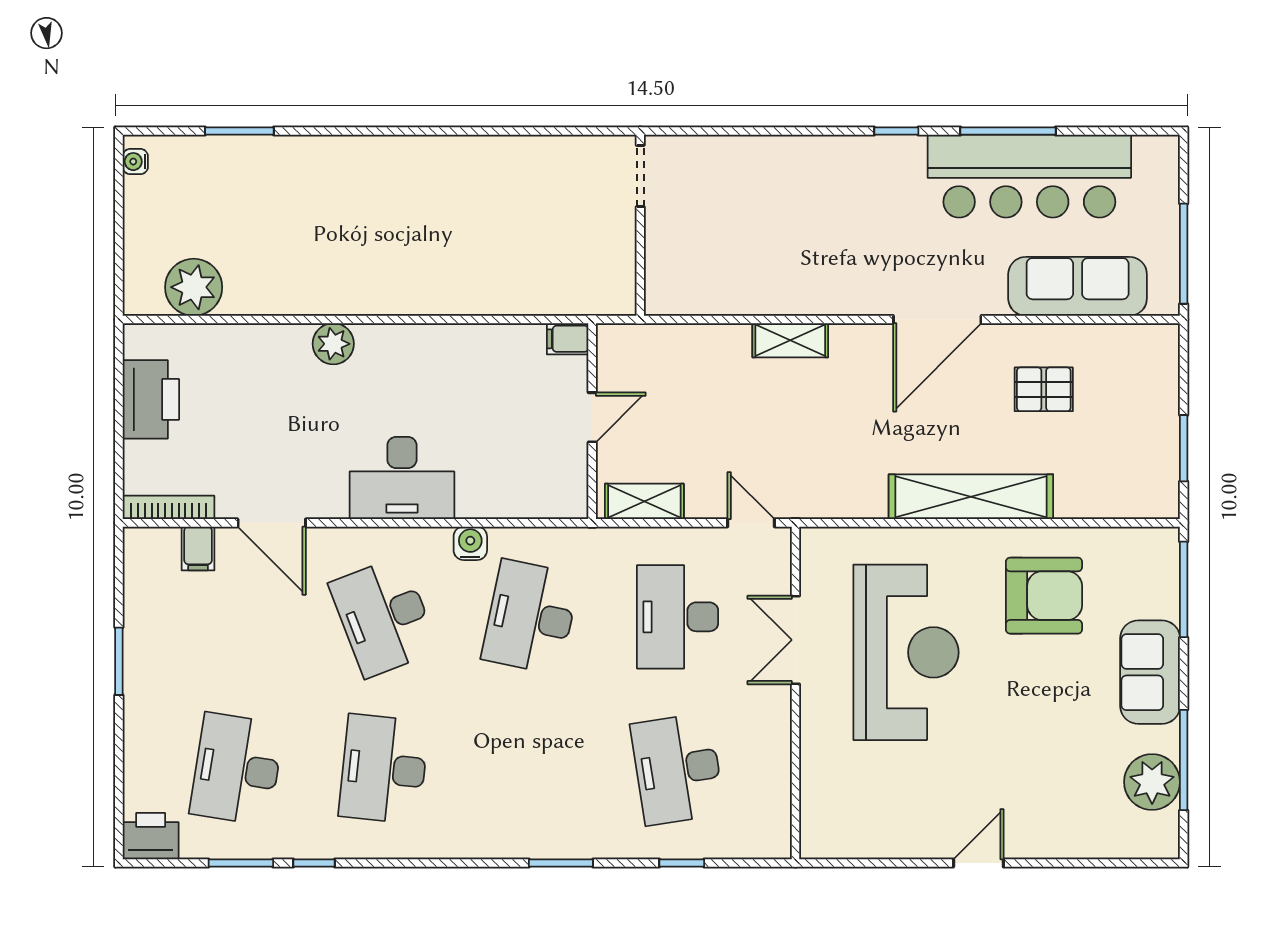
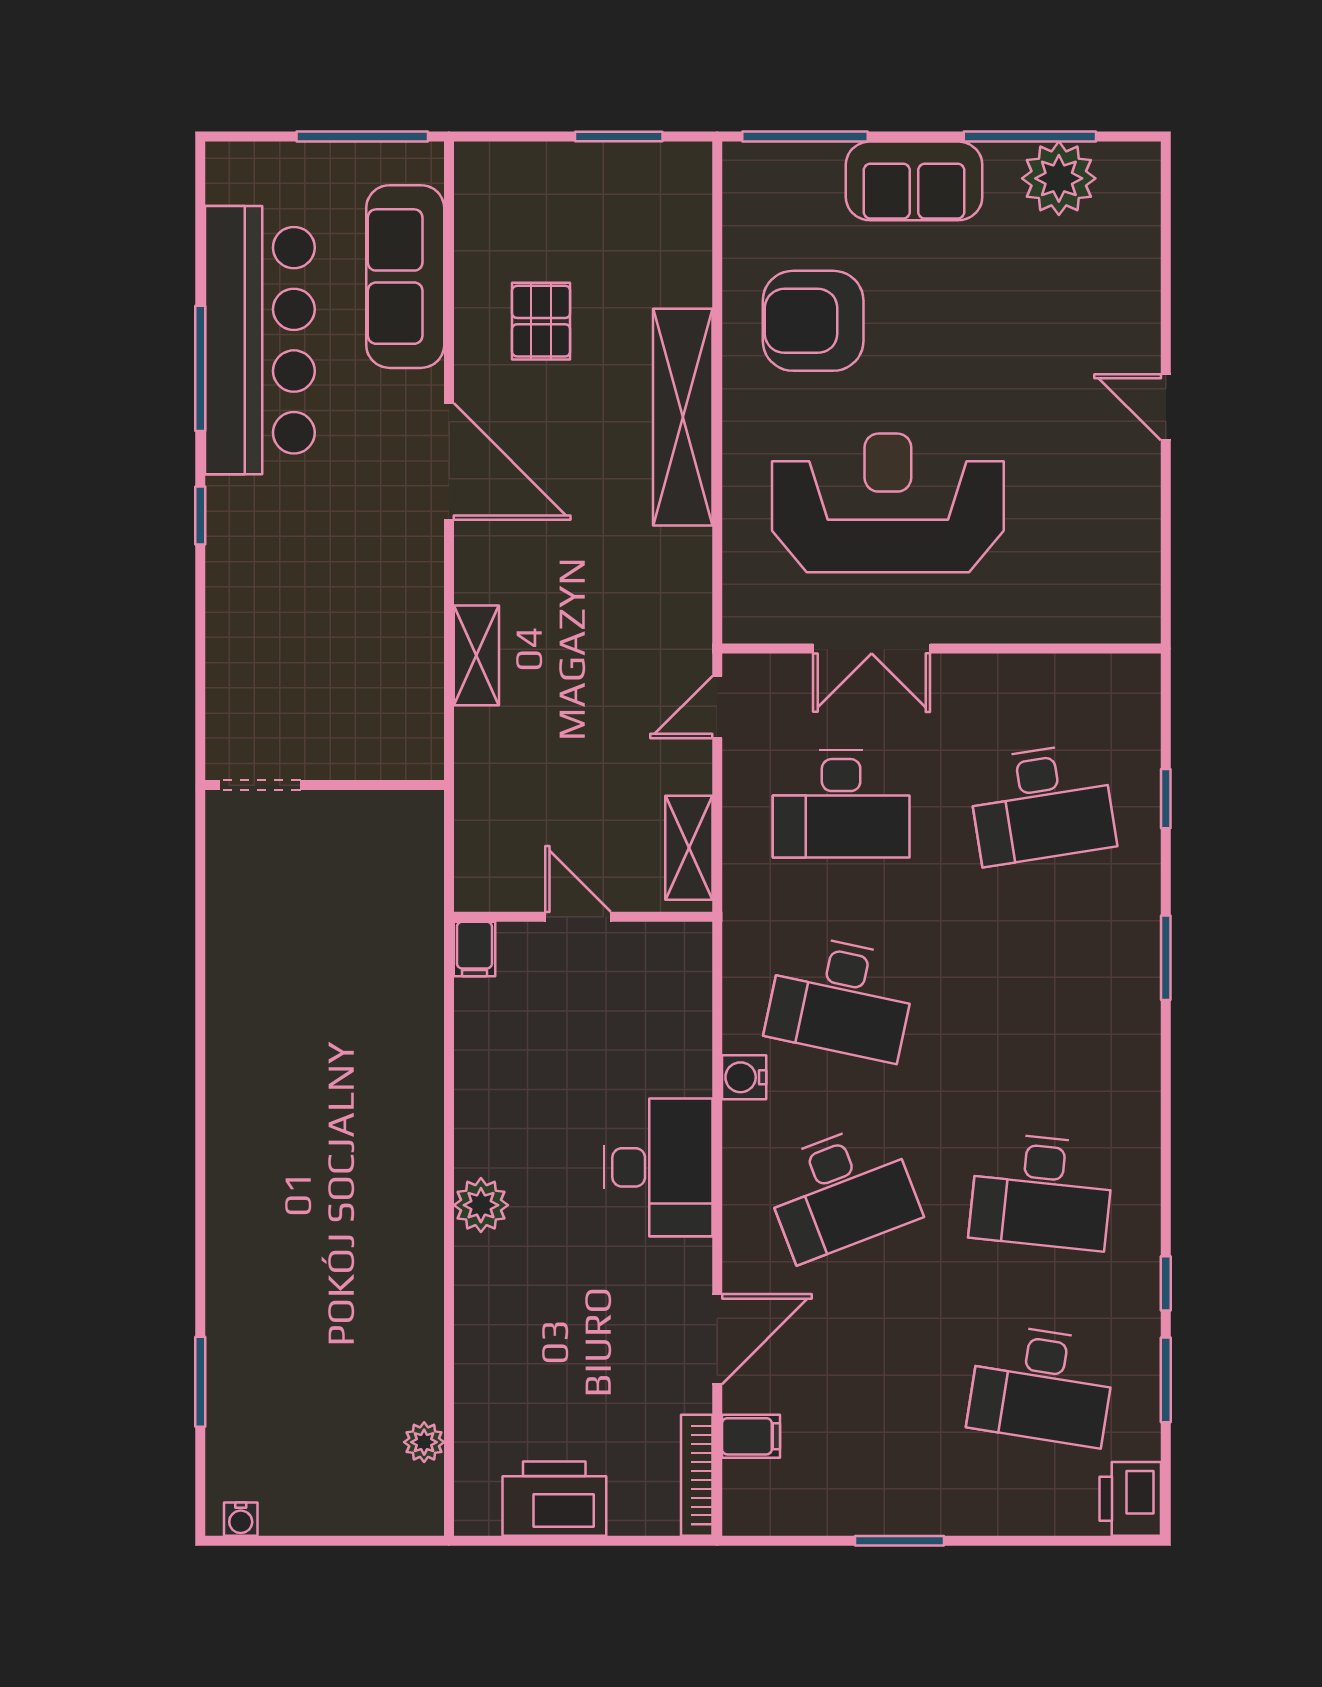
doorway: (640, 176) -> (260, 785), moved
wall: (640, 225) -> (325, 785), moved
plant: (194, 287) -> (424, 1442), width x0.53, depth x0.53
plant: (333, 344) -> (481, 1205), moved
armchair: (1044, 596) -> (813, 321), turned -90

